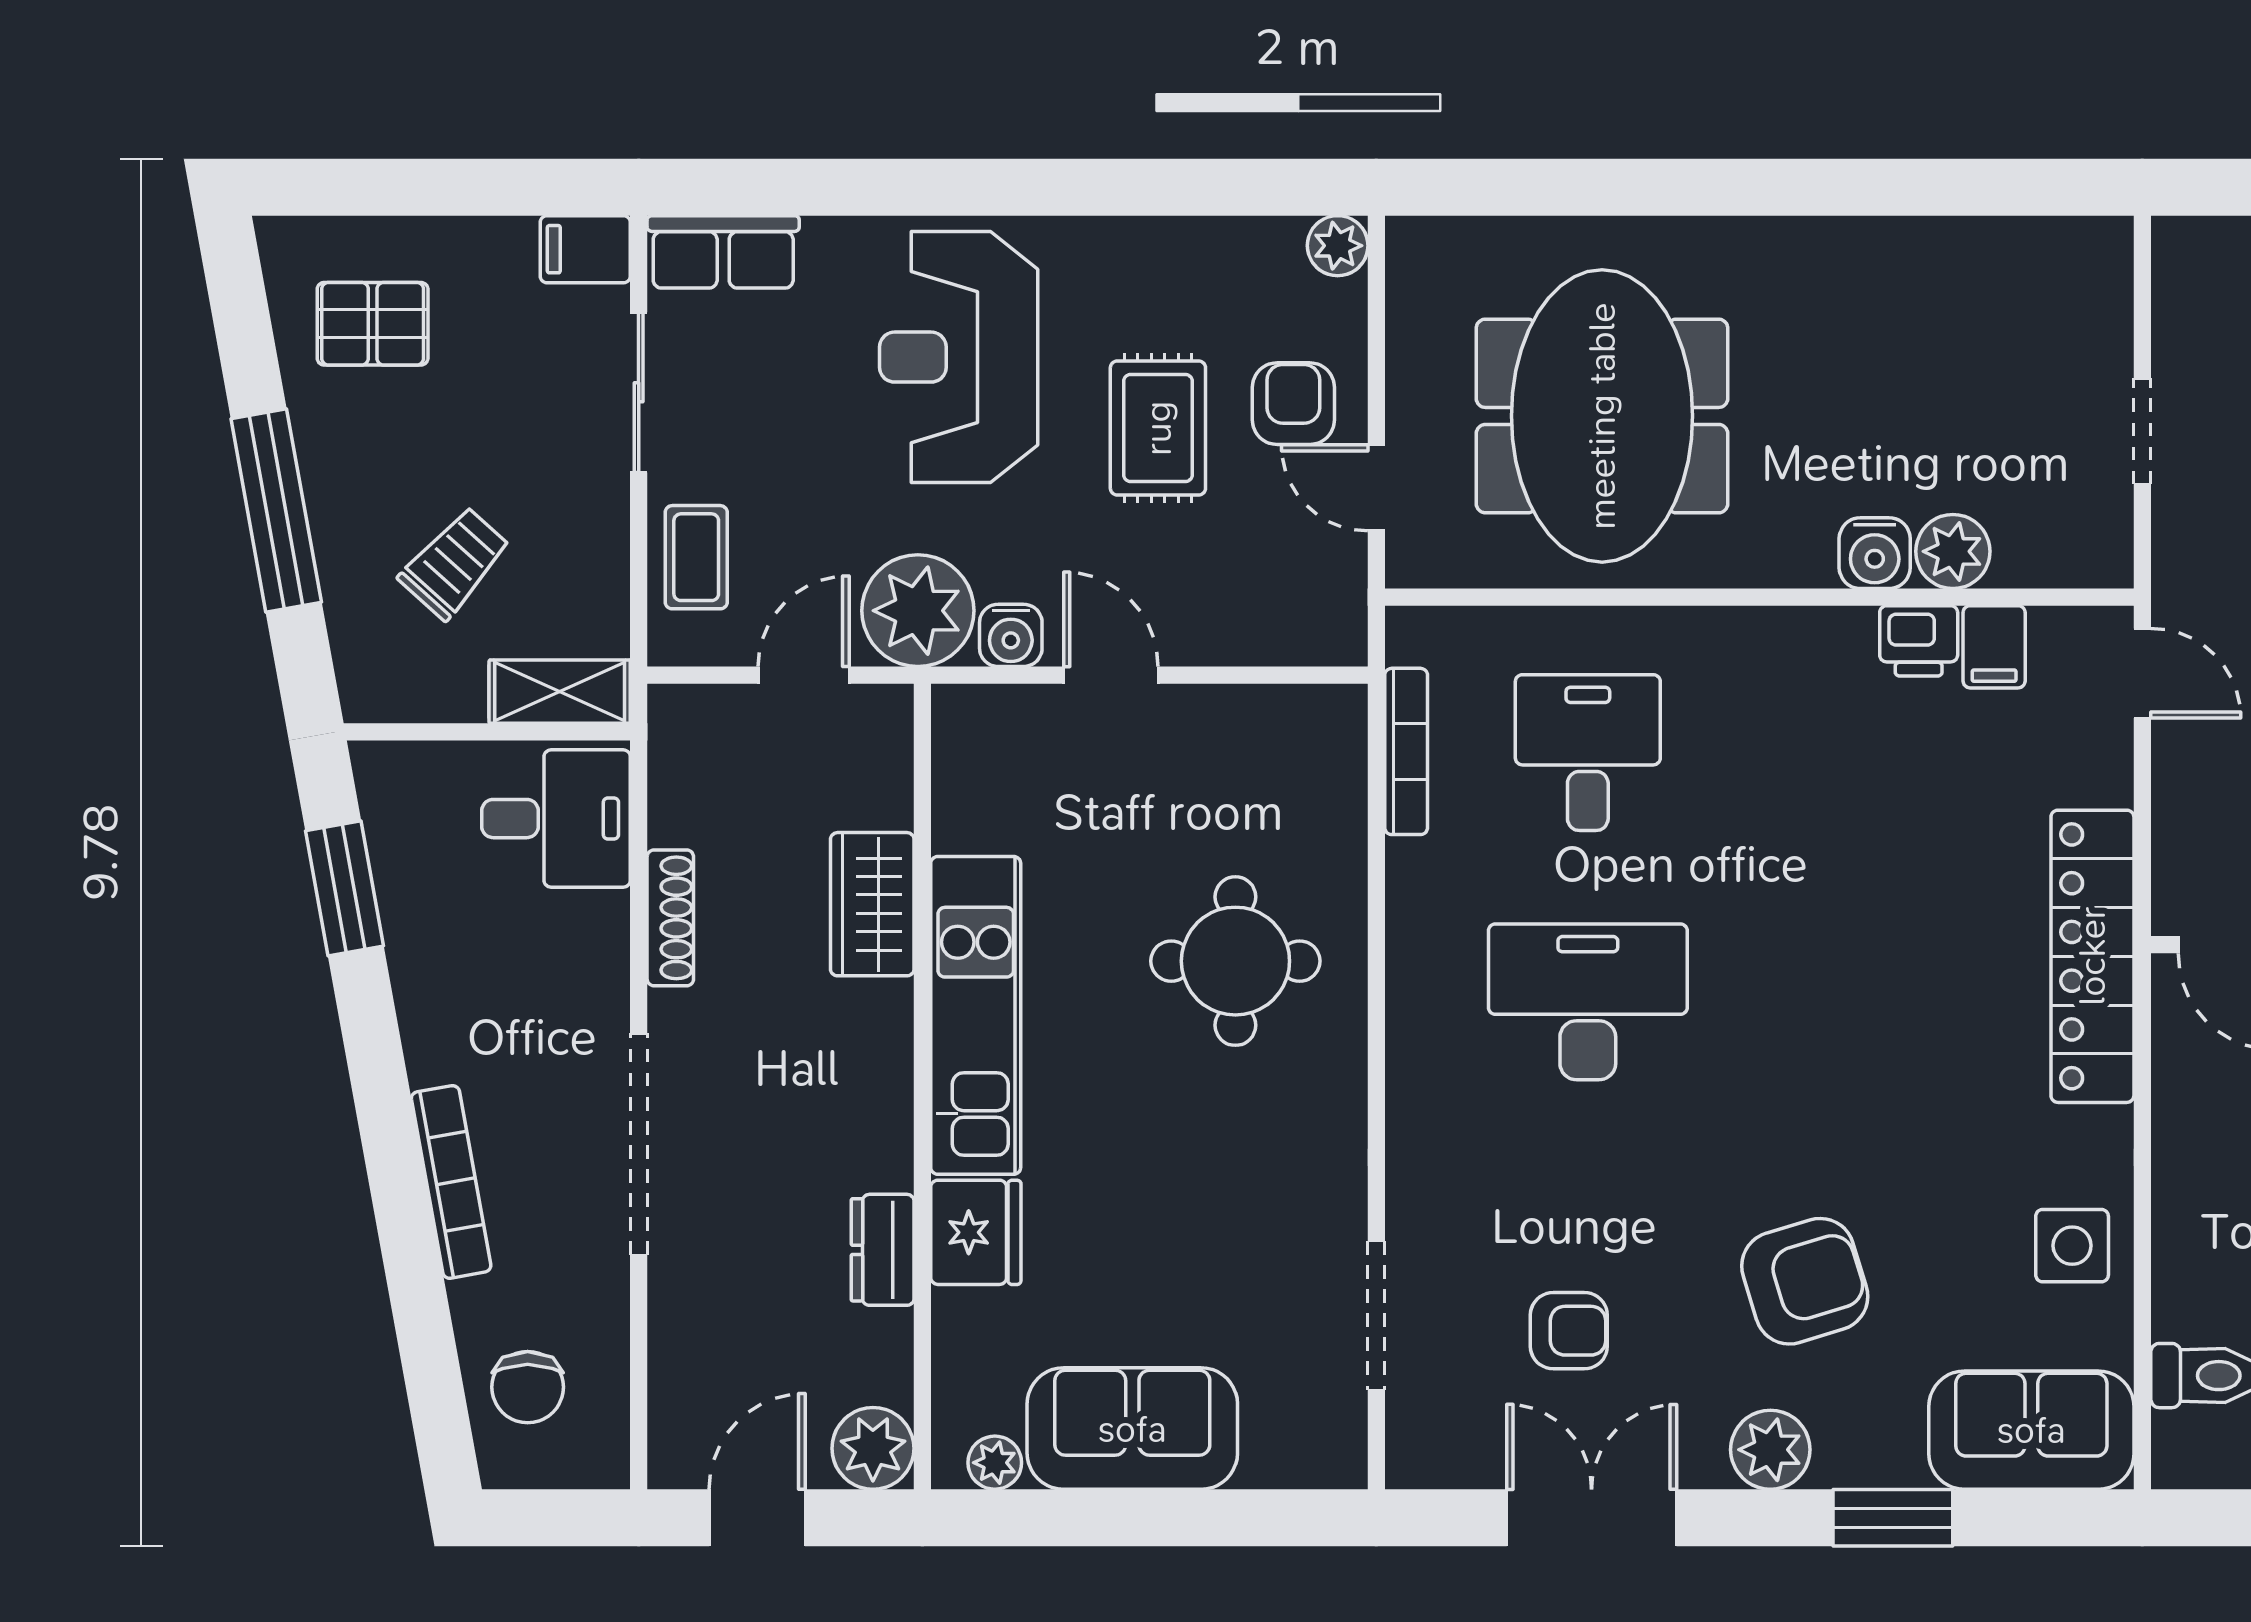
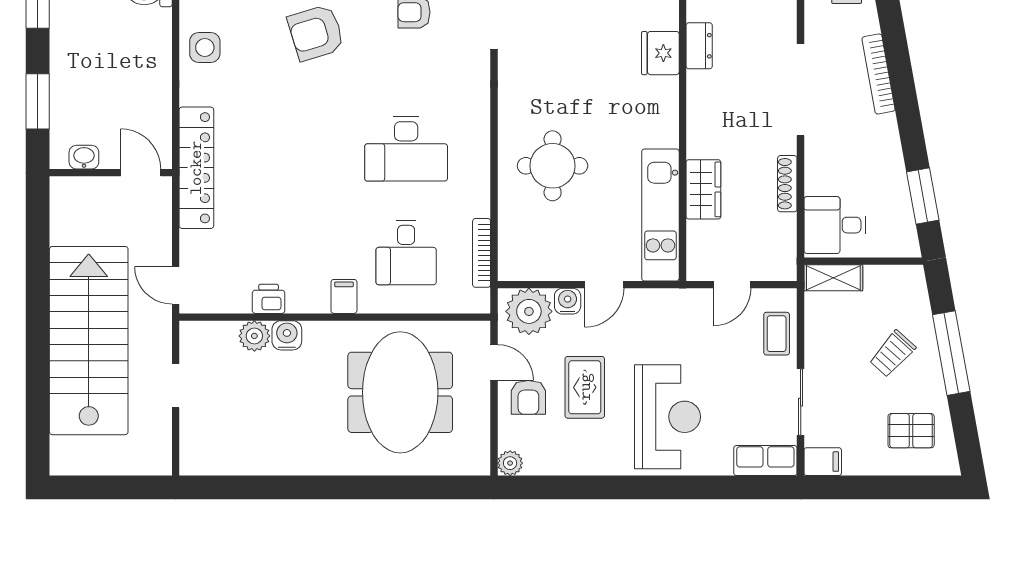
trolley: (455, 563) -> (892, 354), moved
plant: (918, 611) -> (529, 311), moved
water cooler: (1011, 635) -> (568, 301), moved
filing cabinet: (1994, 647) -> (344, 296), moved
door: (1111, 675) -> (604, 285), hinge flipped
kitchen unit: (976, 1015) -> (660, 215), moved

